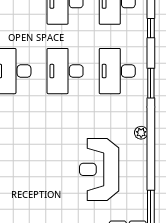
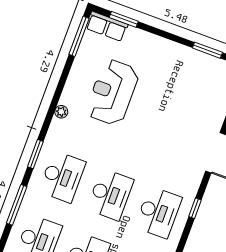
window: (151, 28) -> (17, 205), width x2.17
reception desk: (99, 169) -> (112, 92), turned 180

